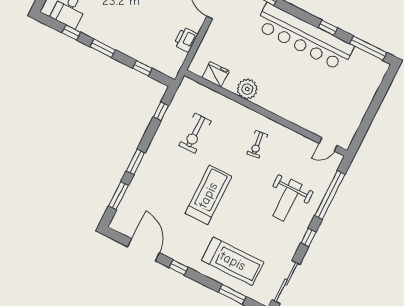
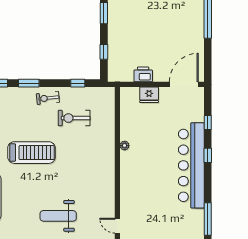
window: (328, 28) -> (208, 155), moved
fridge: (216, 74) -> (149, 95), moved, turned 90
plant: (247, 89) -> (125, 146), width x0.53, depth x0.53
exercise bike: (257, 144) -> (48, 98), moved

